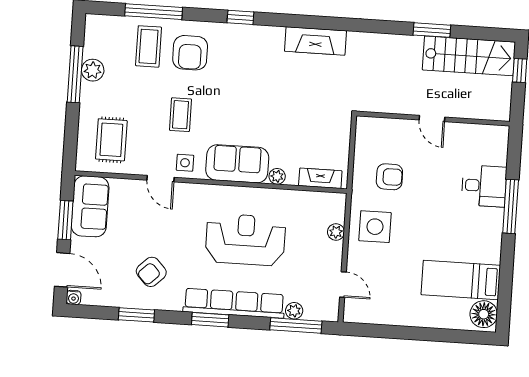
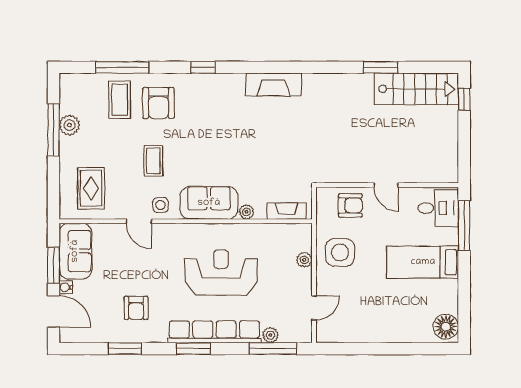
door: (432, 119) -> (386, 185), moved
wall: (433, 119) -> (387, 185), moved
armchair: (151, 272) -> (136, 308), turned -46
bed: (461, 280) -> (423, 262), moved
door: (343, 284) -> (314, 308), hinge flipped
water cooler: (74, 297) -> (66, 287), moved, turned 90

